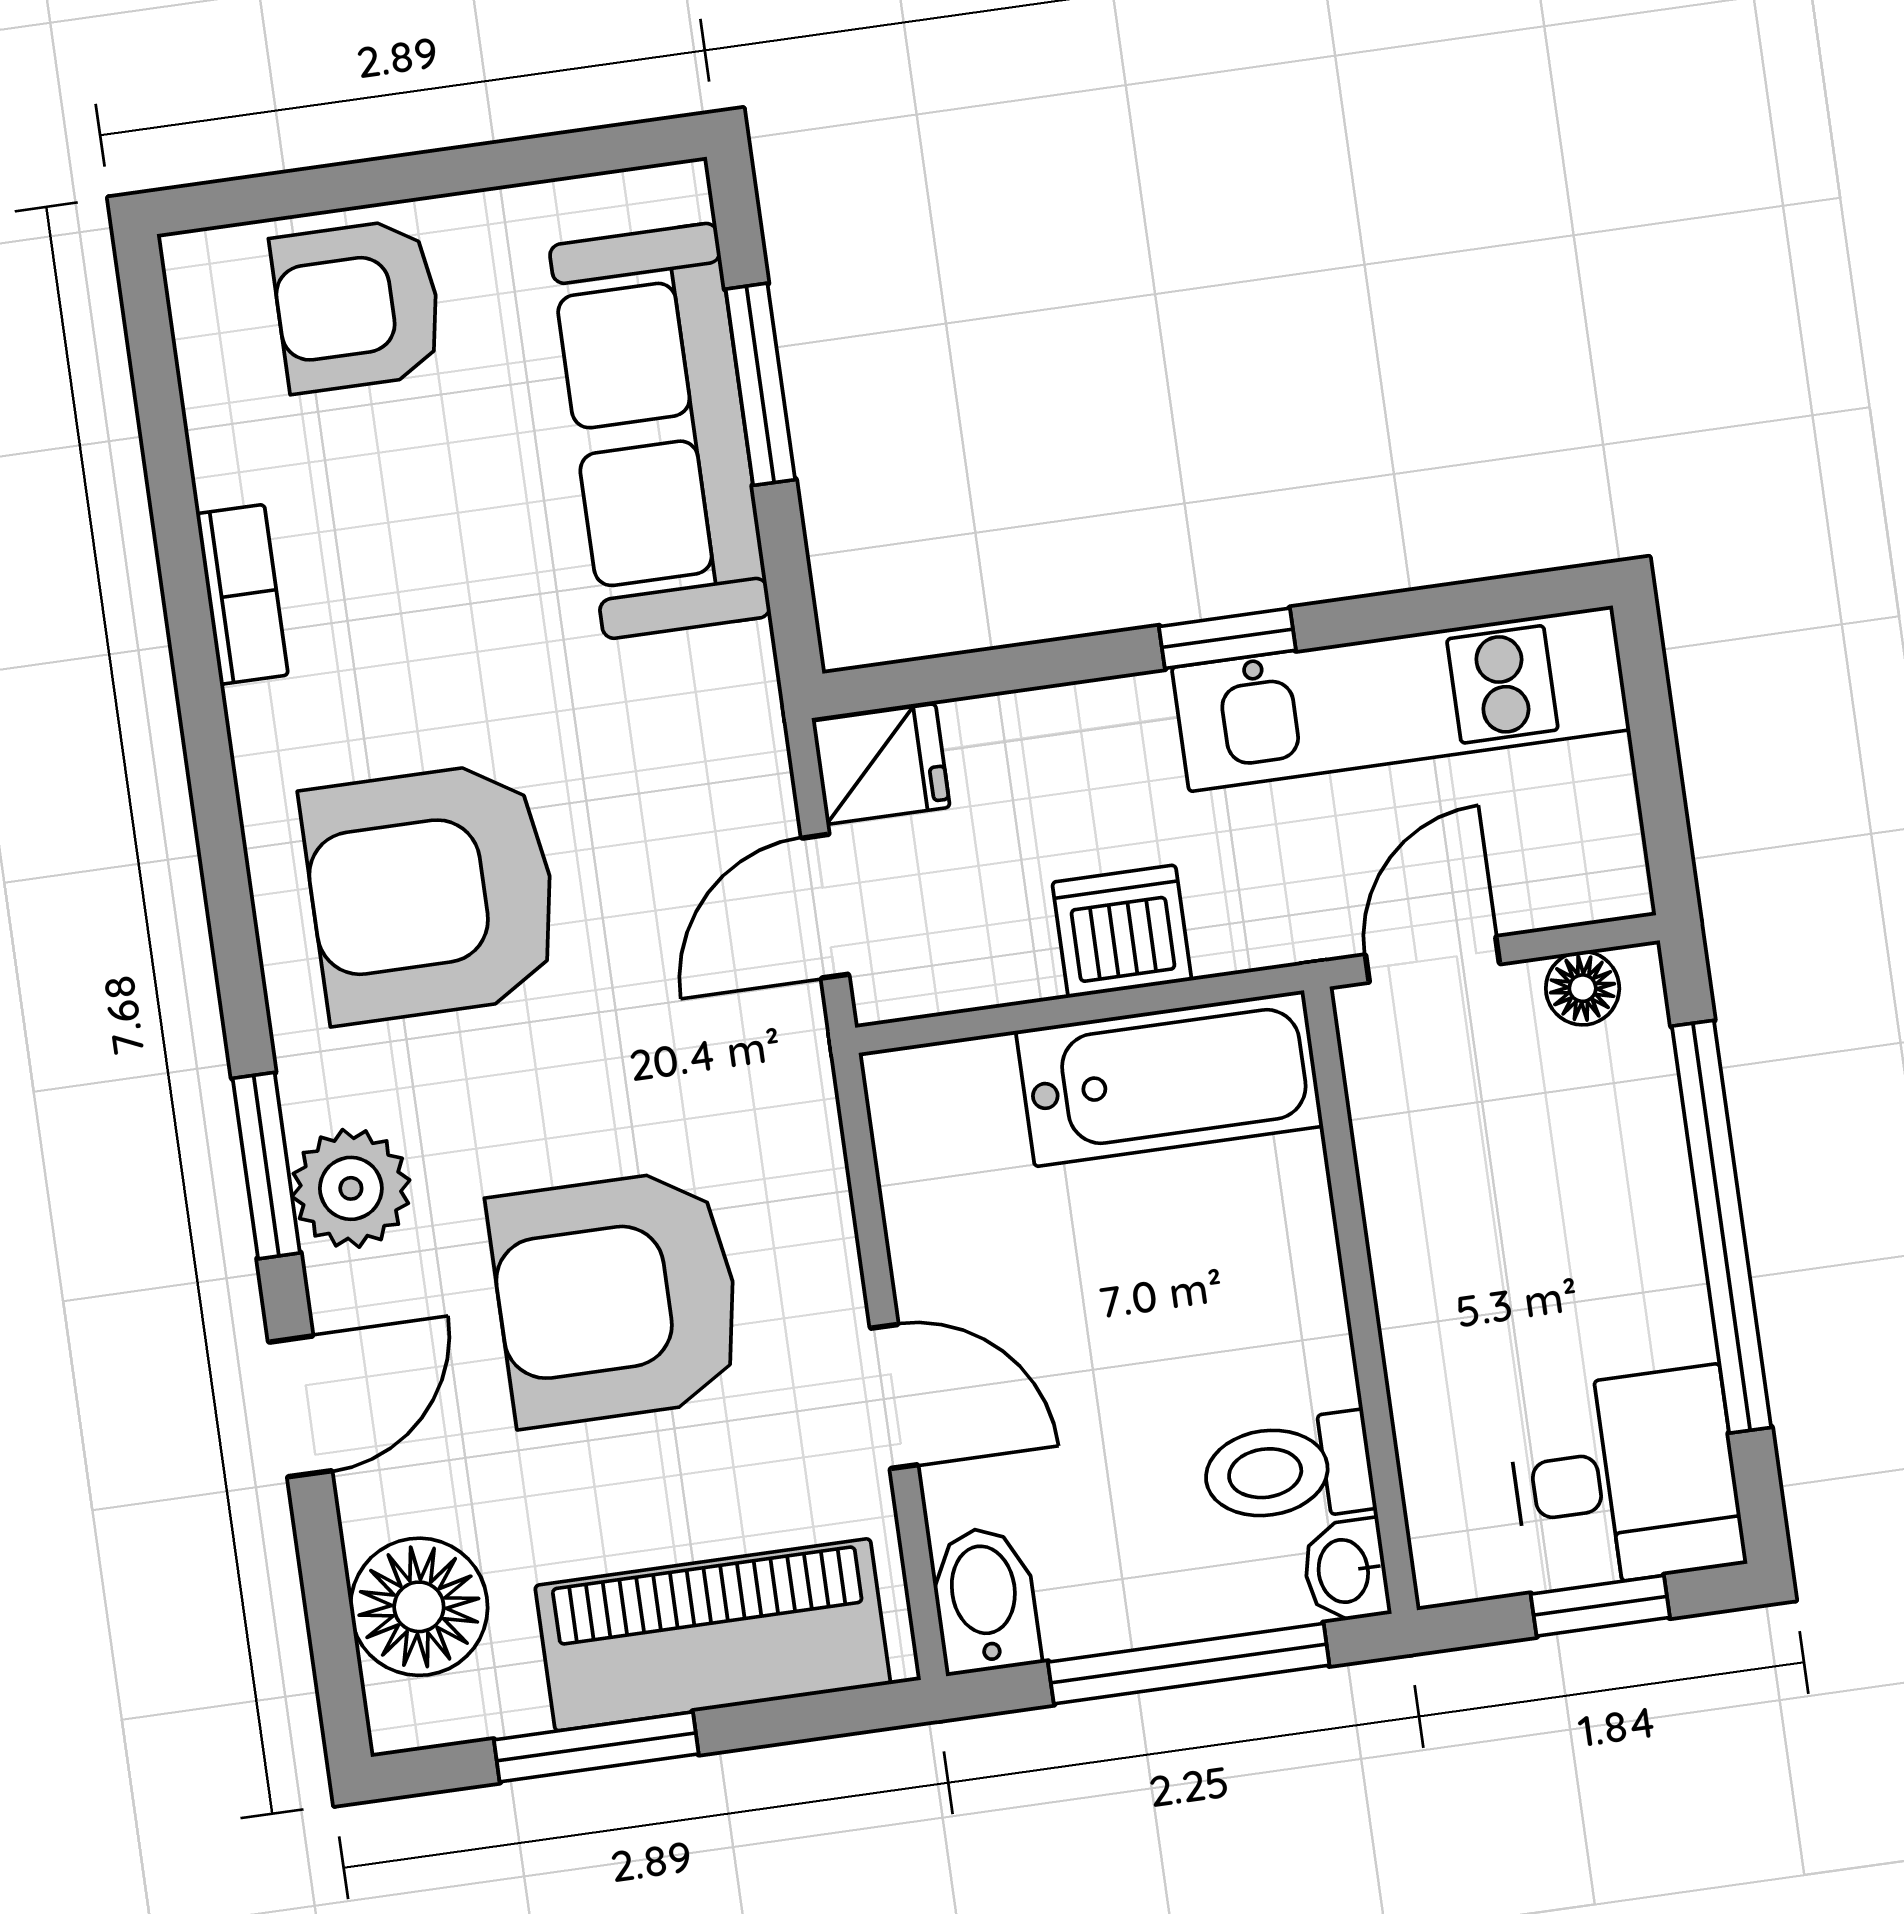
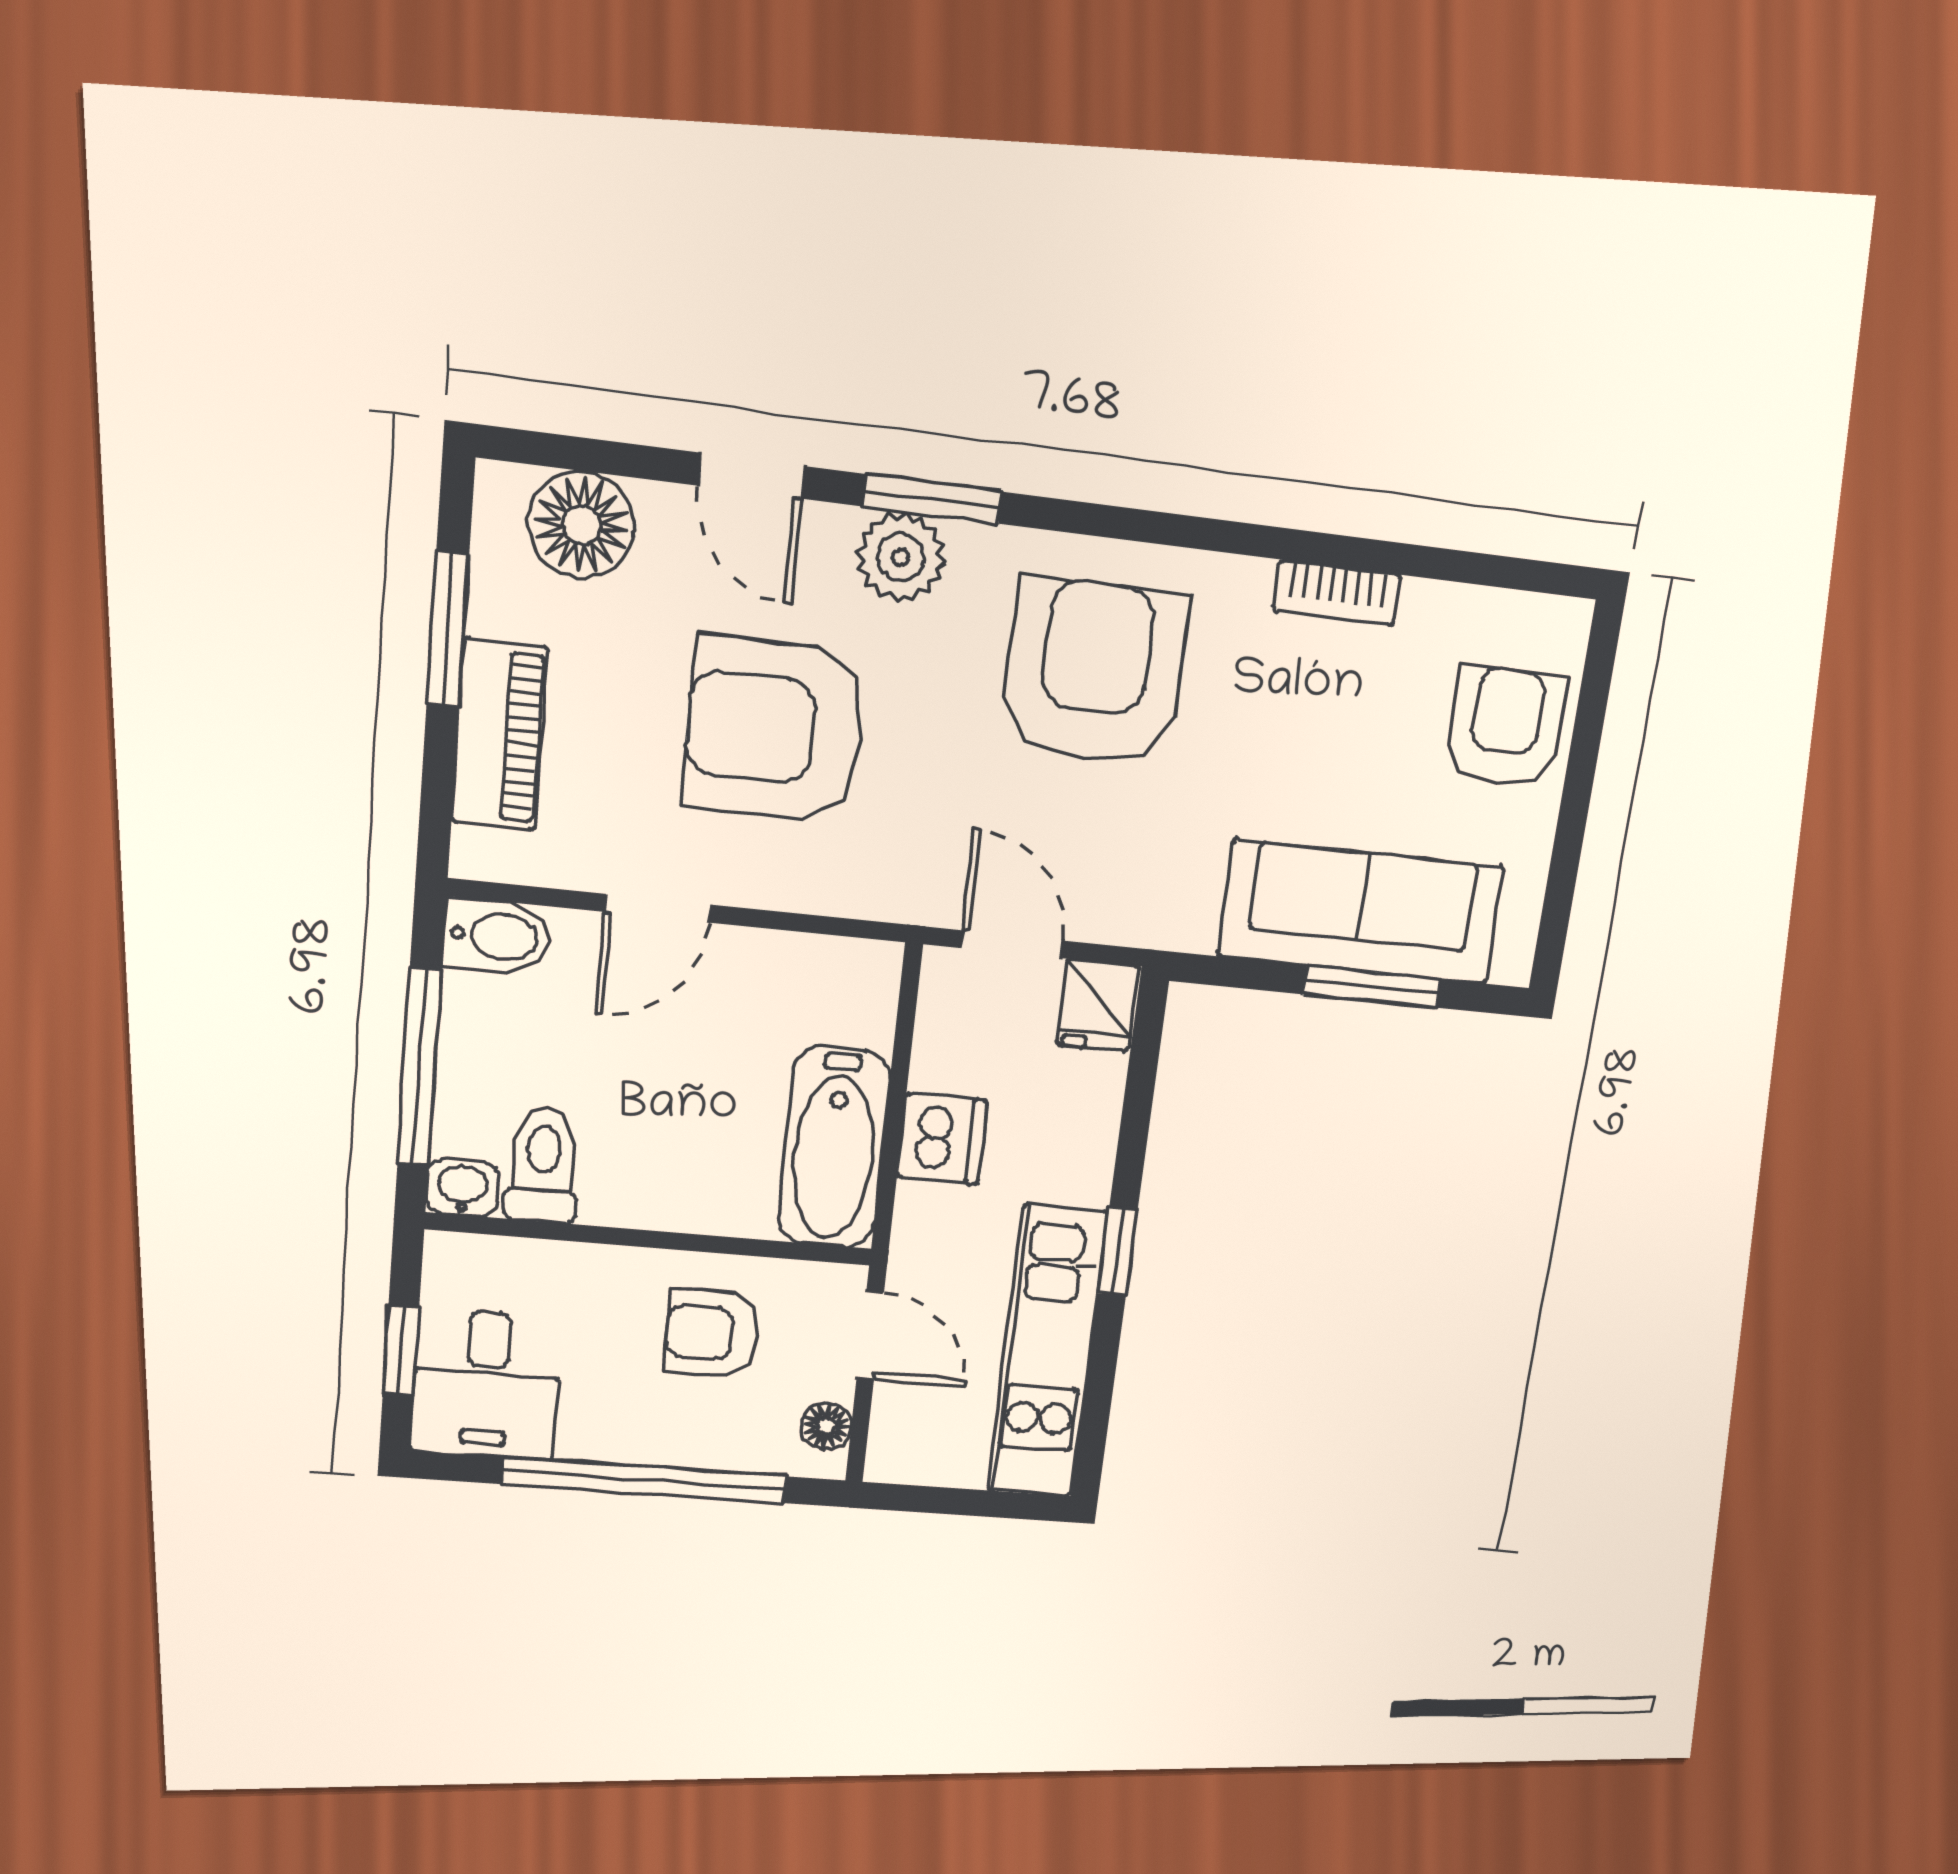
armchair: (1479, 1183) -> (712, 1333), added
armchair: (617, 1298) -> (775, 730), turned -90
piano: (713, 1635) -> (499, 735), width x0.73, depth x0.75

